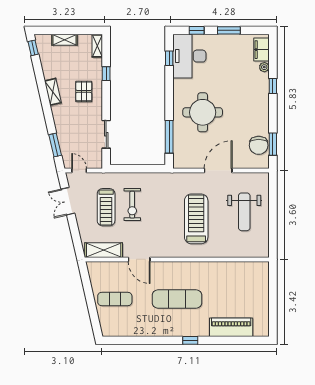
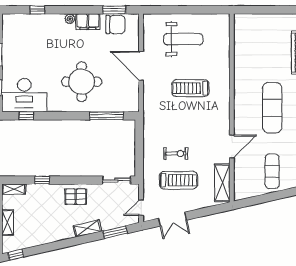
filing cabinet: (262, 50) -> (88, 22), moved
plant: (264, 67) -> (70, 19), moved
window: (273, 86) -> (37, 10), moved
pallet: (84, 91) -> (76, 197), moved
shelving: (53, 92) -> (88, 228), moved
sliding door: (106, 134) -> (116, 180), moved
exercise bike: (132, 205) -> (176, 153), width x0.73, depth x0.72
treadmill: (196, 219) -> (190, 88), width x0.73, depth x0.73

